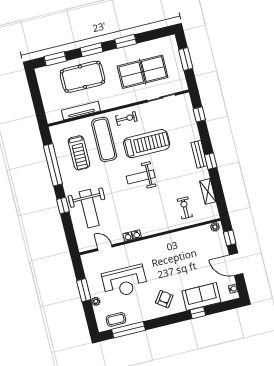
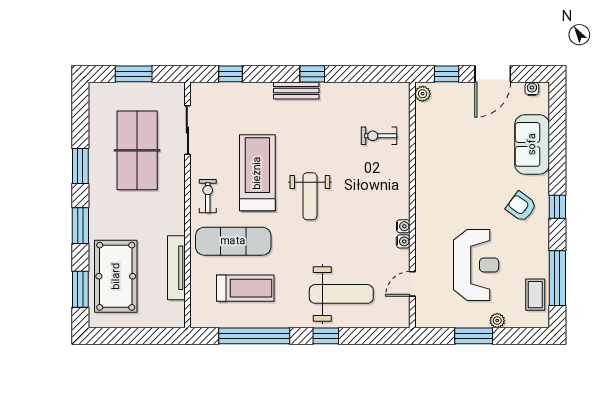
pool table: (82, 77) -> (116, 276), moved
shelving: (208, 191) -> (361, 91), removed
window: (198, 313) -> (557, 207), moved

